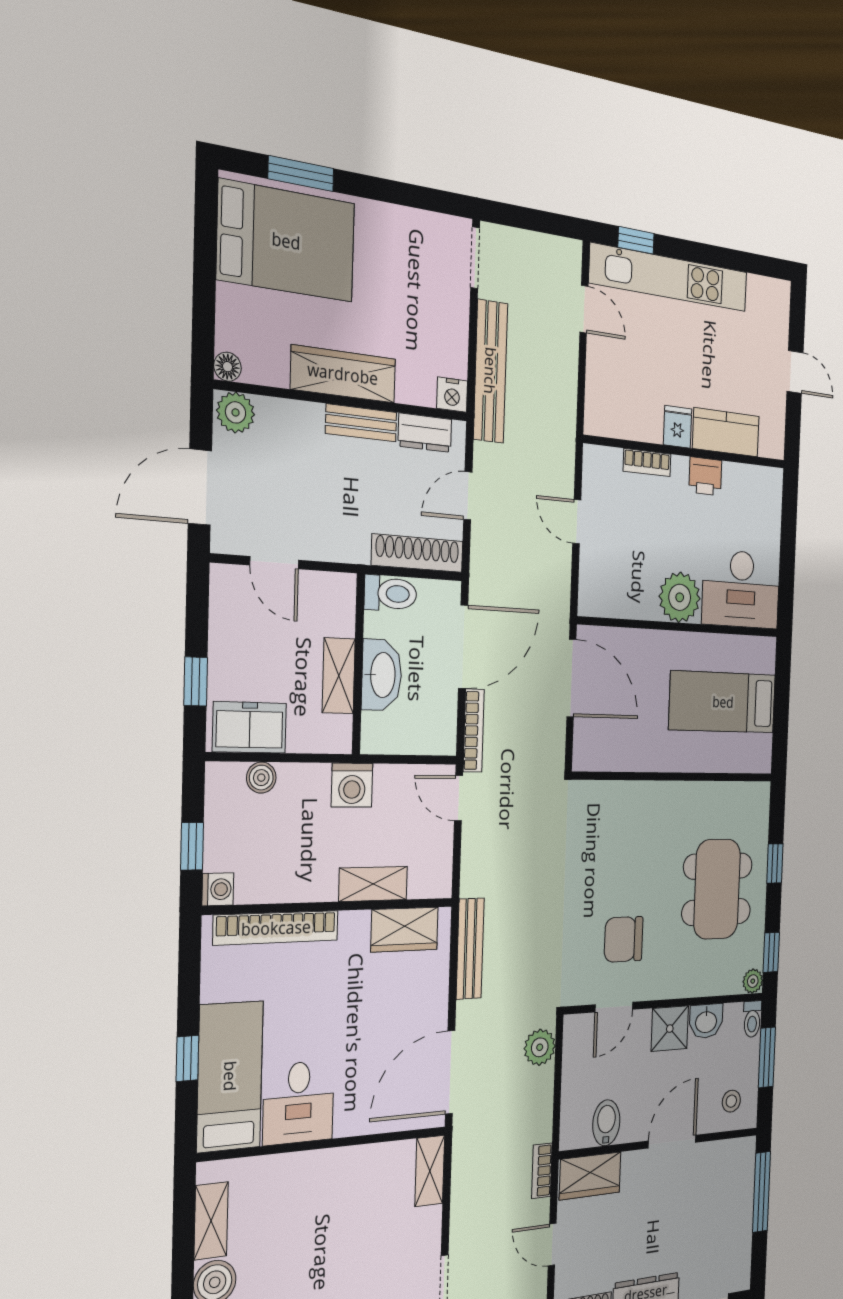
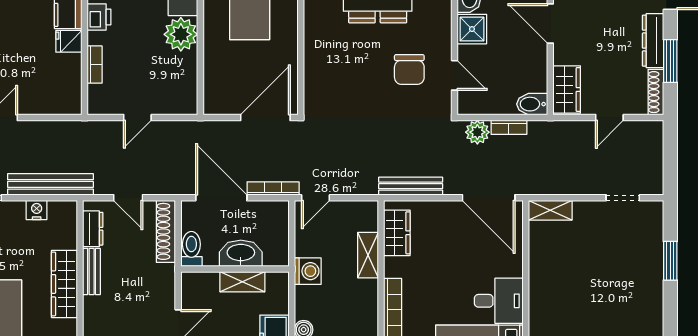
nightstand: (452, 395) -> (37, 210), moved, turned -90
door: (571, 678) -> (265, 118), moved
bidet: (606, 1123) -> (532, 104), moved
bookcase: (542, 1171) -> (509, 127), moved

